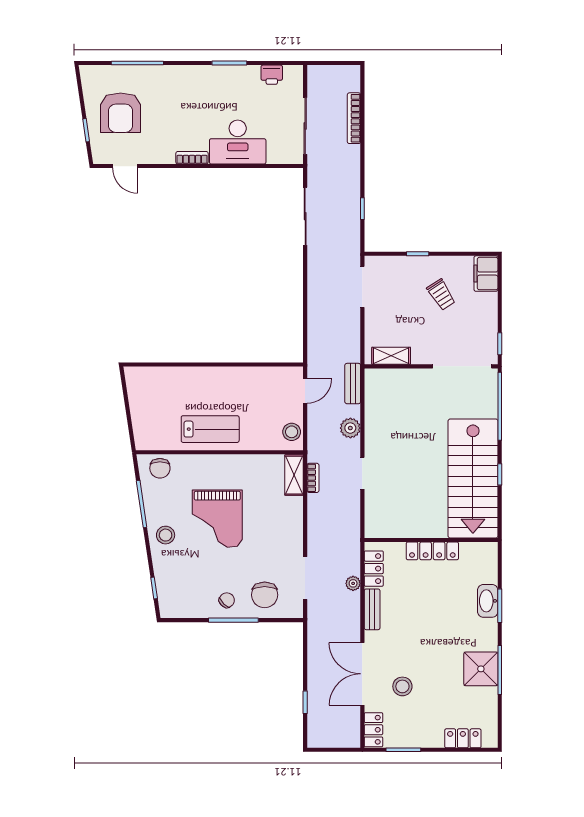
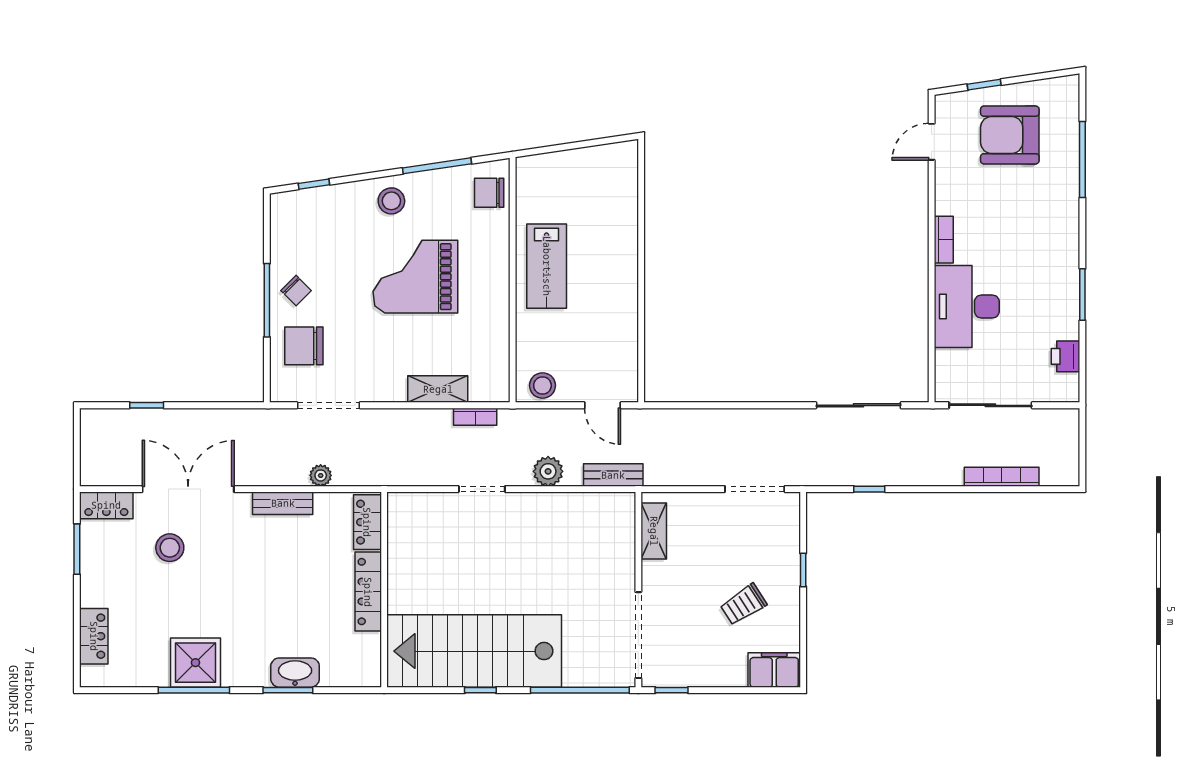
shelving: (294, 475) -> (438, 389), moved
locker: (374, 569) -> (367, 522), moved, turned 90

